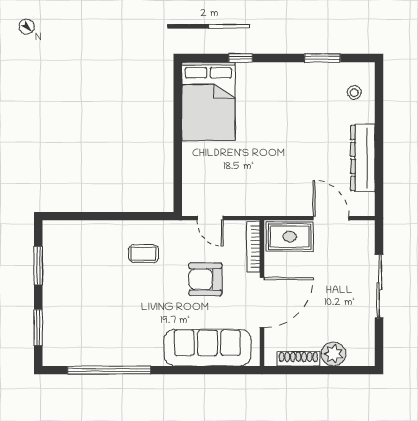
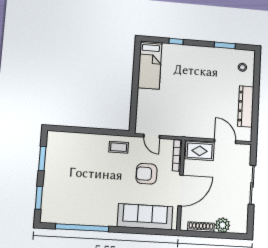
bed: (208, 101) -> (150, 65), width x0.67
coffee table: (144, 254) -> (119, 147), moved

